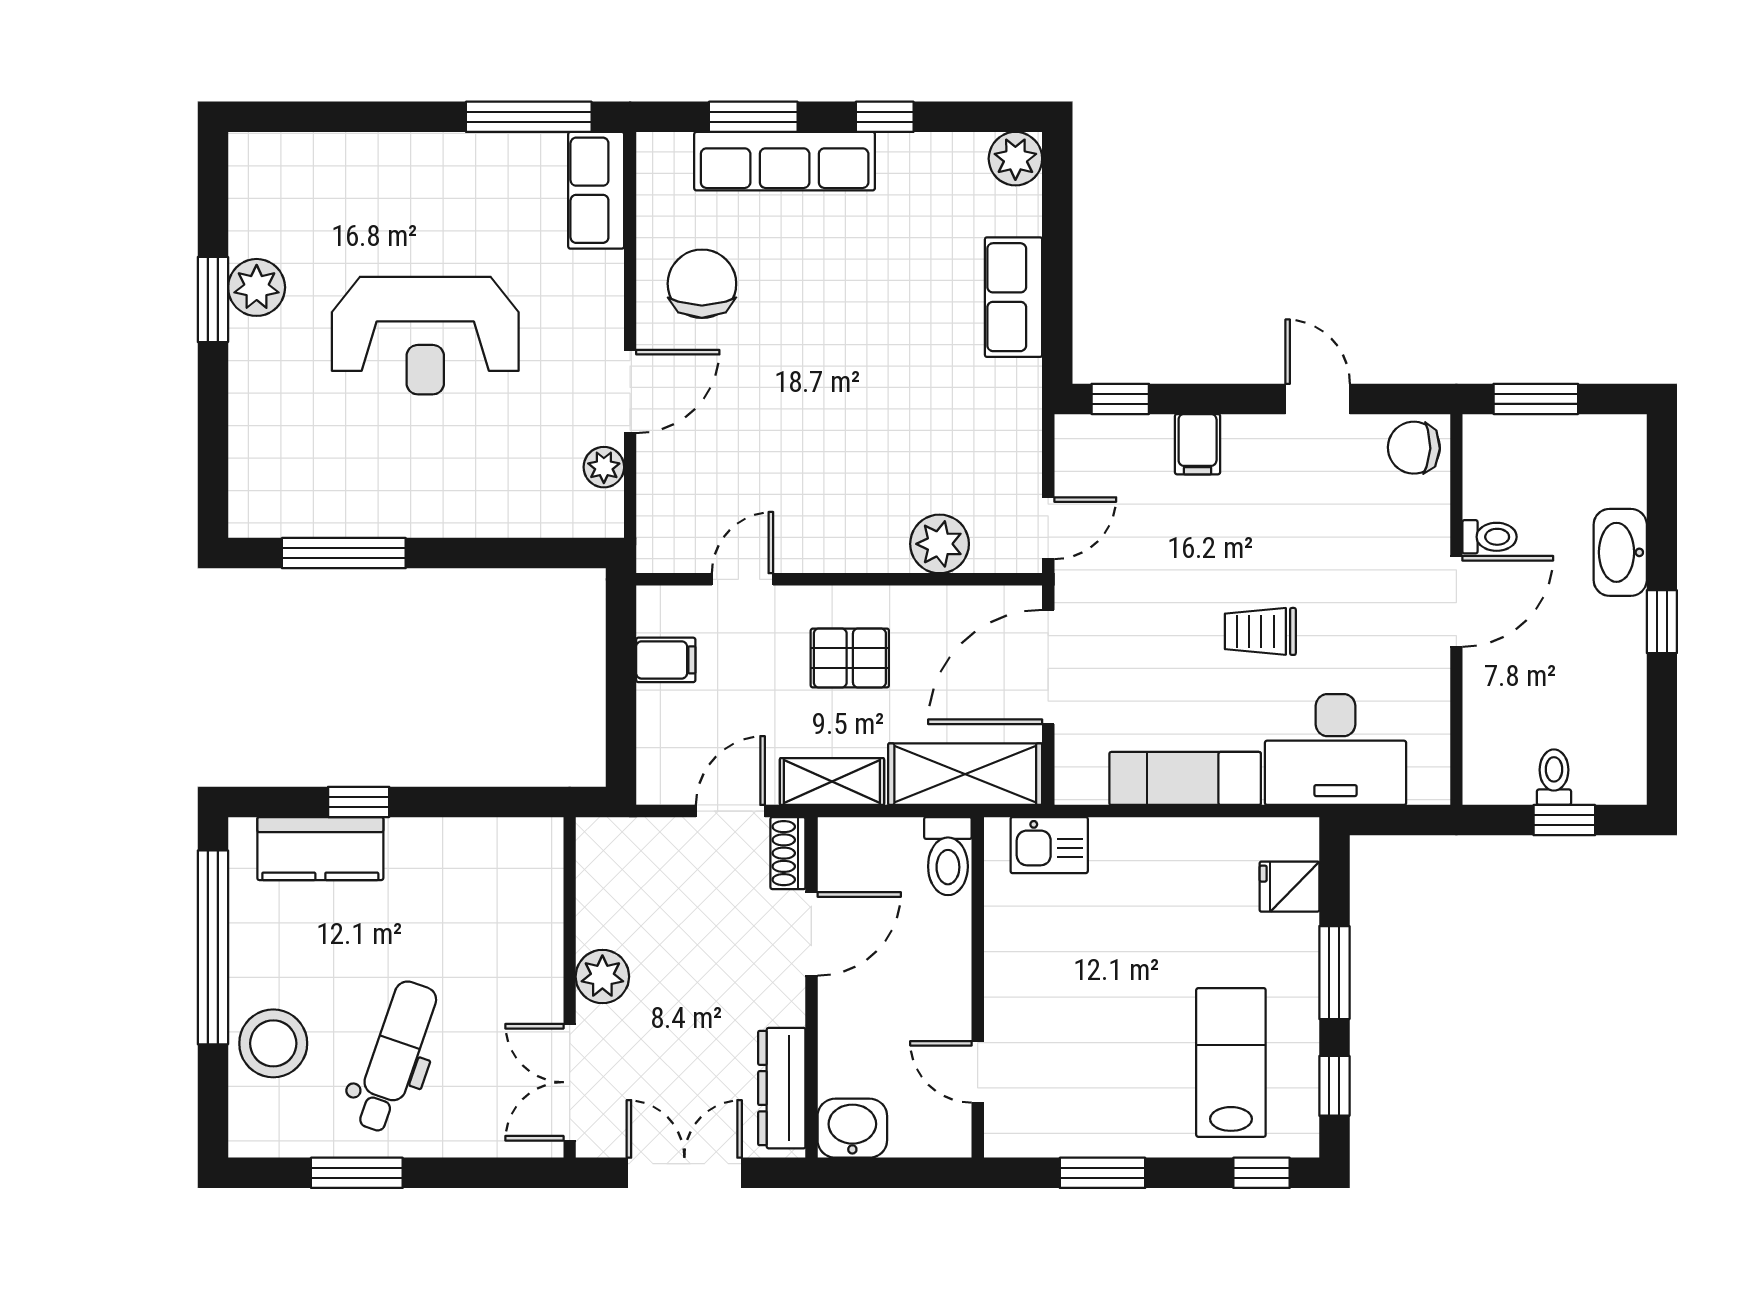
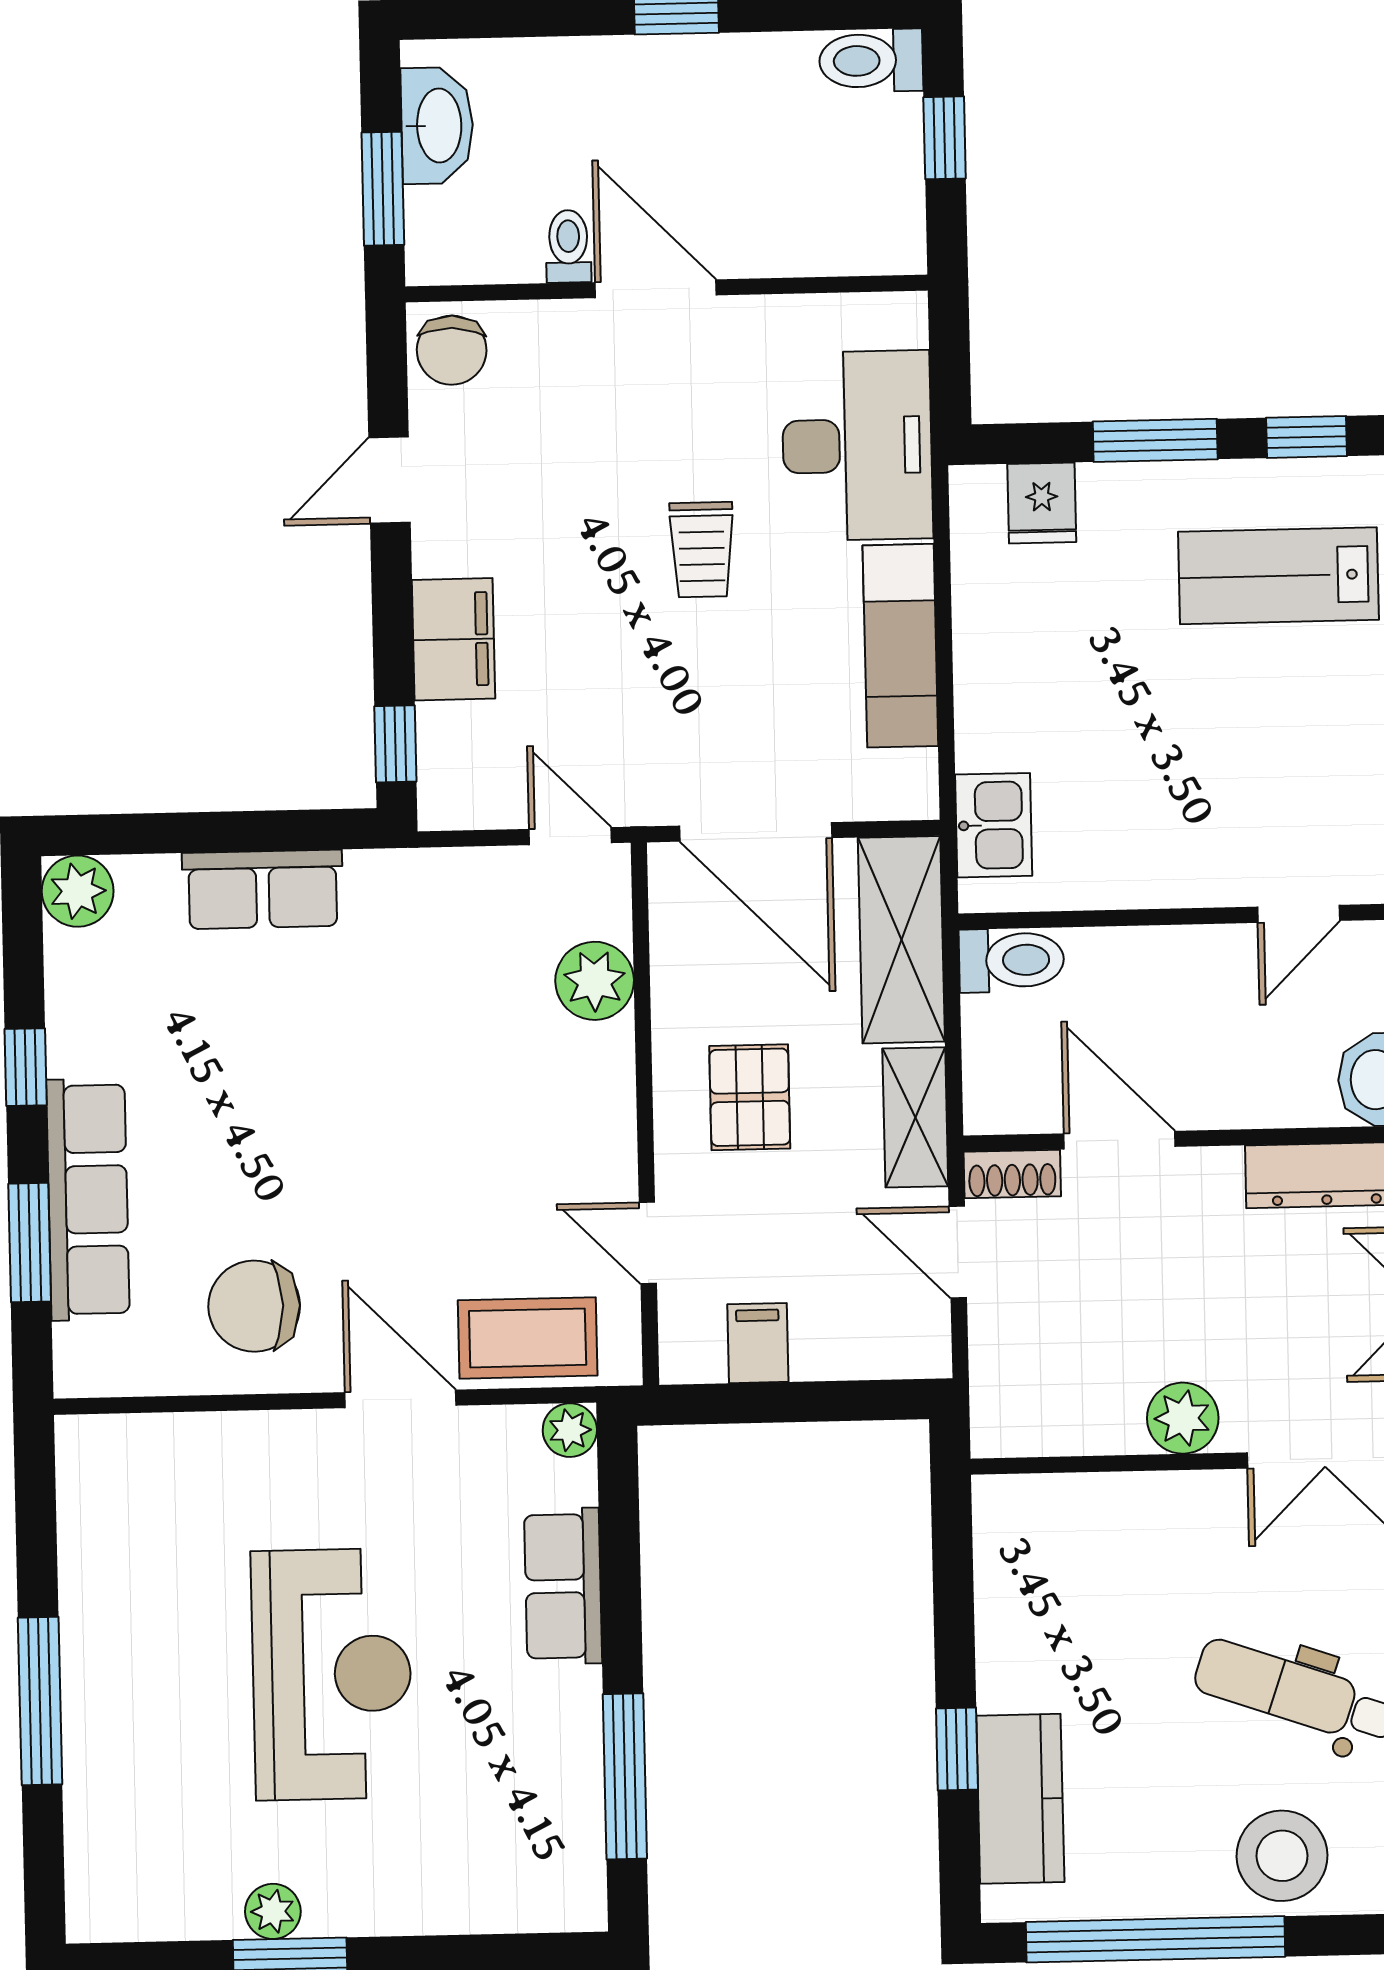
window: (529, 117) -> (40, 1701), moved
row of seats: (596, 190) -> (563, 1586), moved, turned 90
plant: (257, 287) -> (273, 1911), width x0.73, depth x0.73
filing cabinet: (1198, 444) -> (454, 639), width x2.00
plant: (604, 467) -> (570, 1430), moved
coffee table: (674, 488) -> (528, 1338), added
washbasin: (1620, 552) -> (437, 126), moved, turned -90
toilet: (1554, 777) -> (871, 61), moved, width x1.37, depth x1.39

